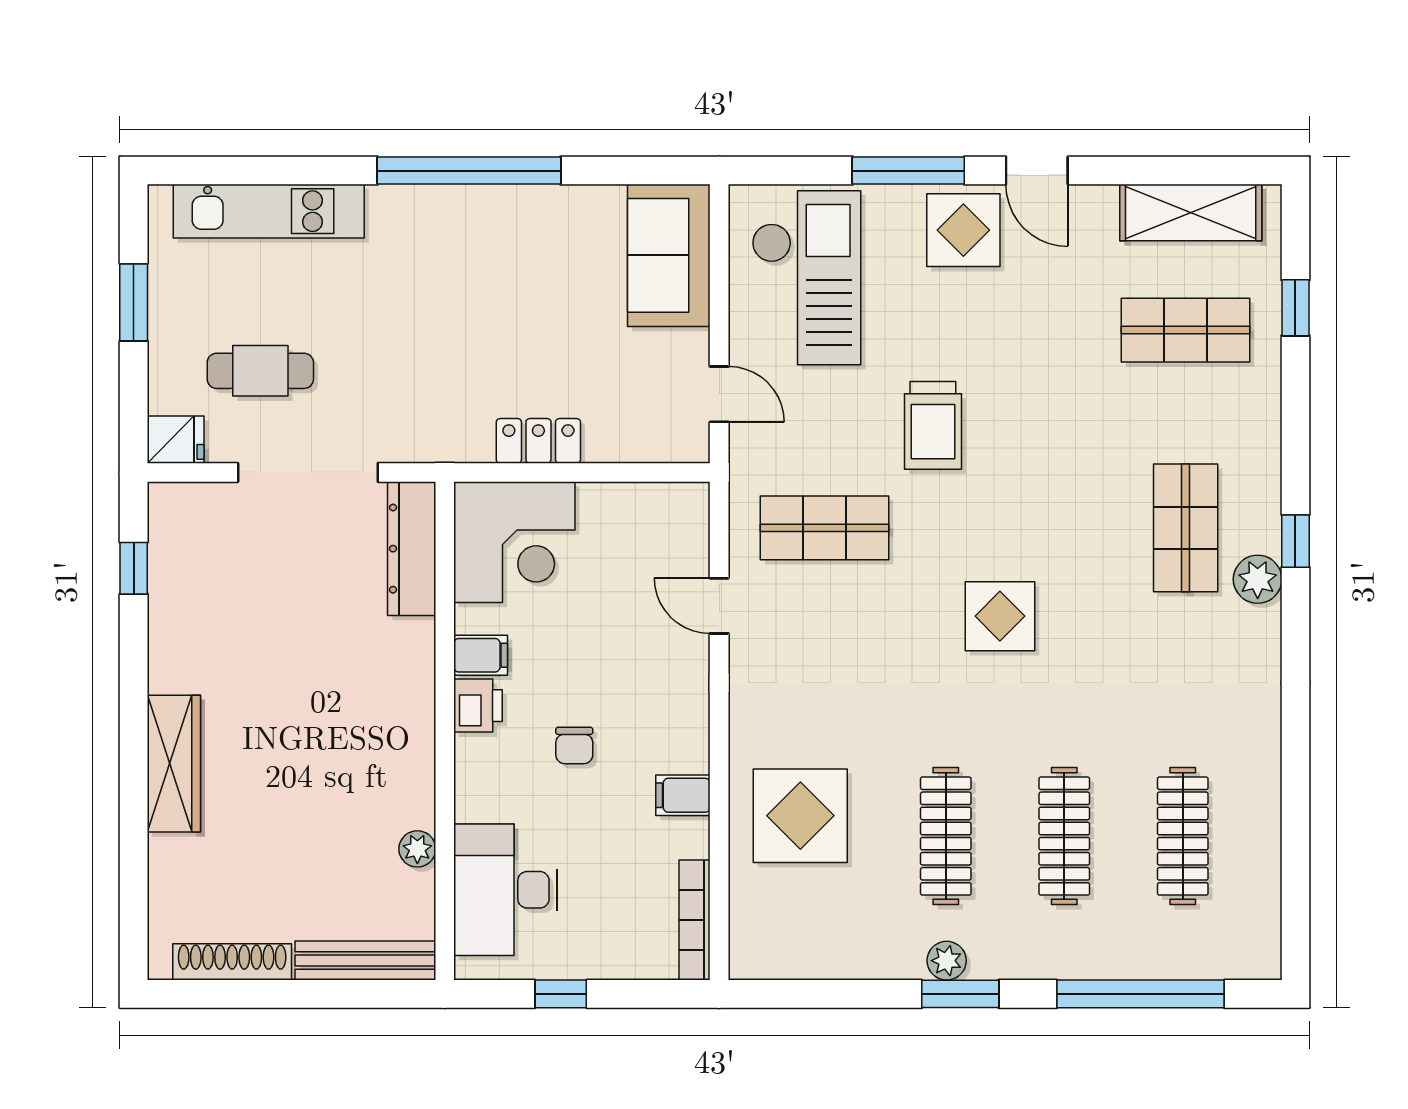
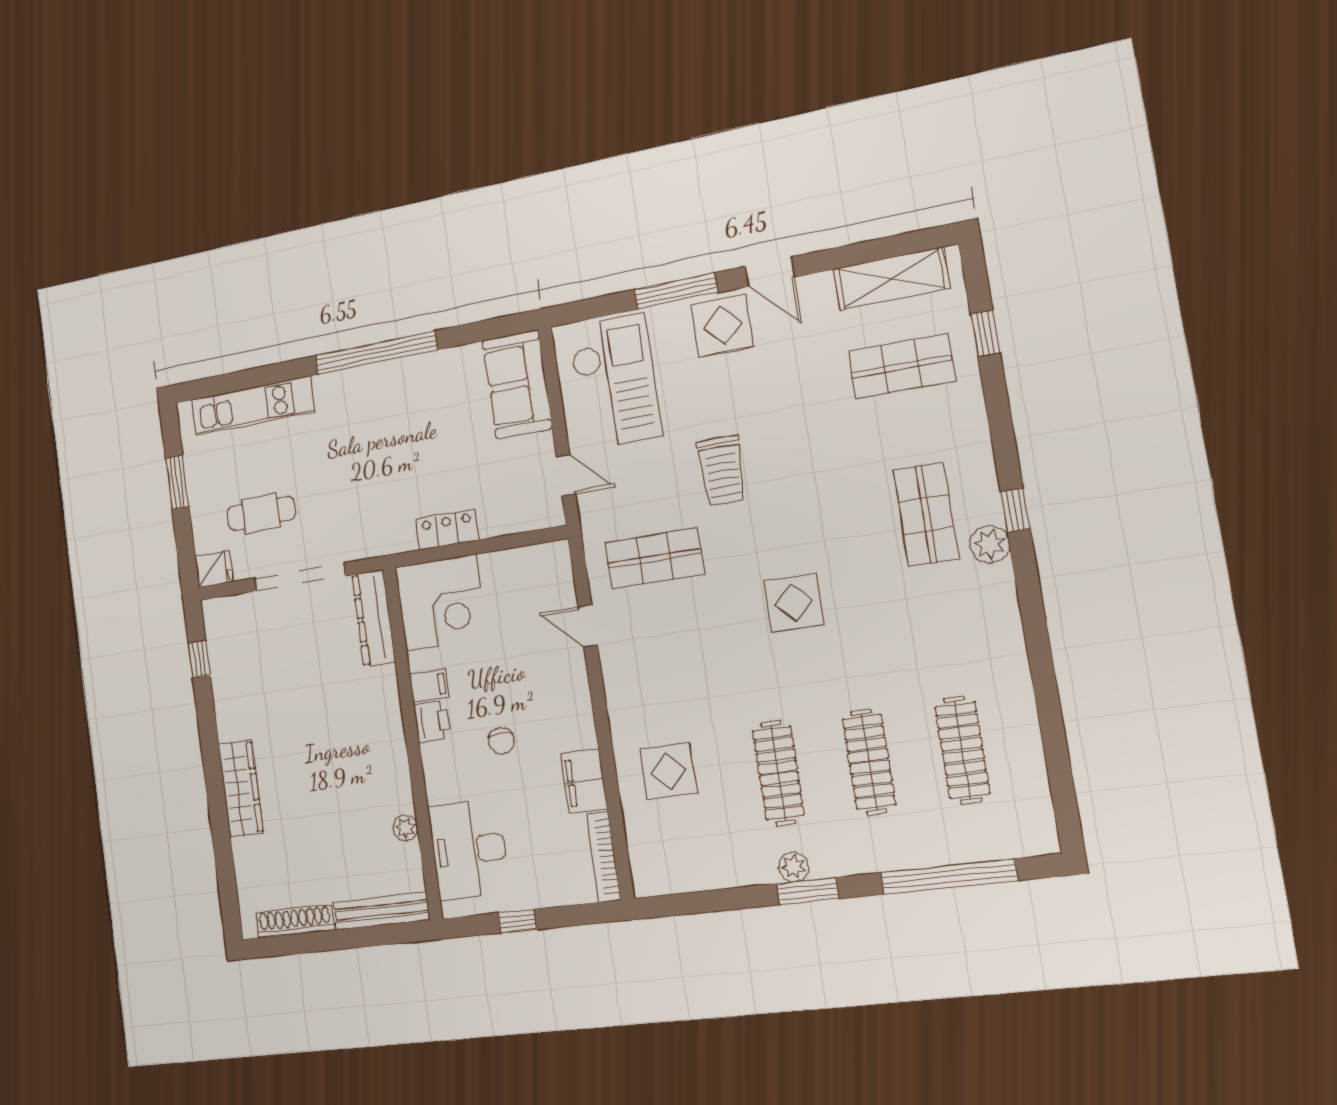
filing cabinet: (683, 795) -> (584, 782), width x2.00
display table: (800, 816) -> (668, 771), width x0.73, depth x0.73

